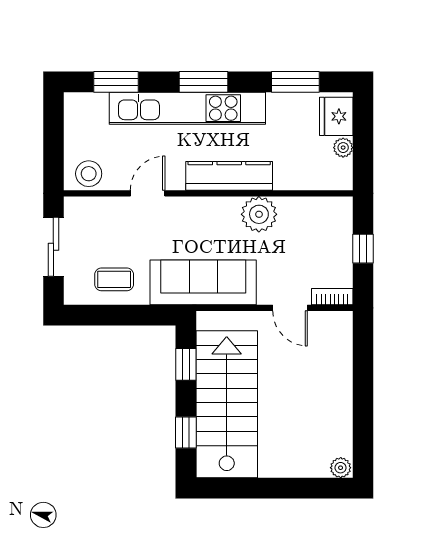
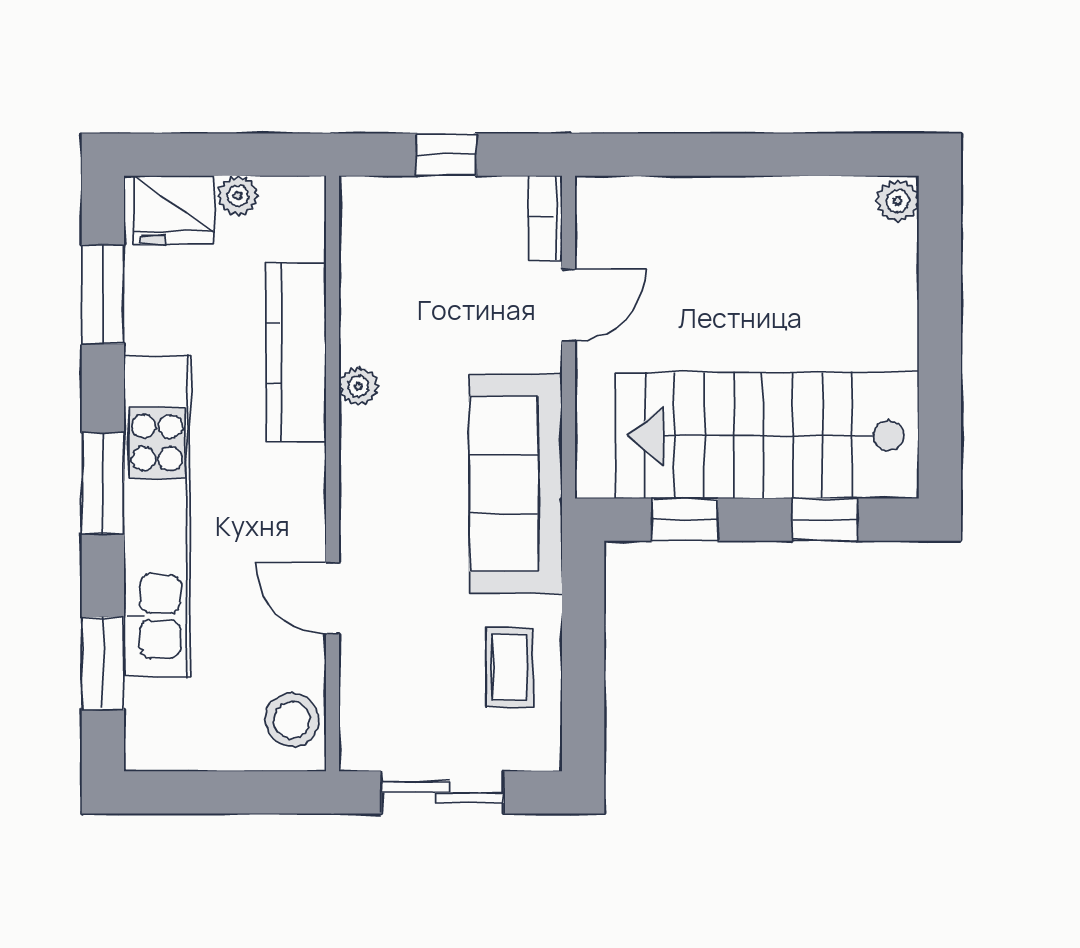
kitchen counter: (229, 176) -> (296, 353), moved
plant: (259, 214) -> (358, 386), width x0.53, depth x0.53

